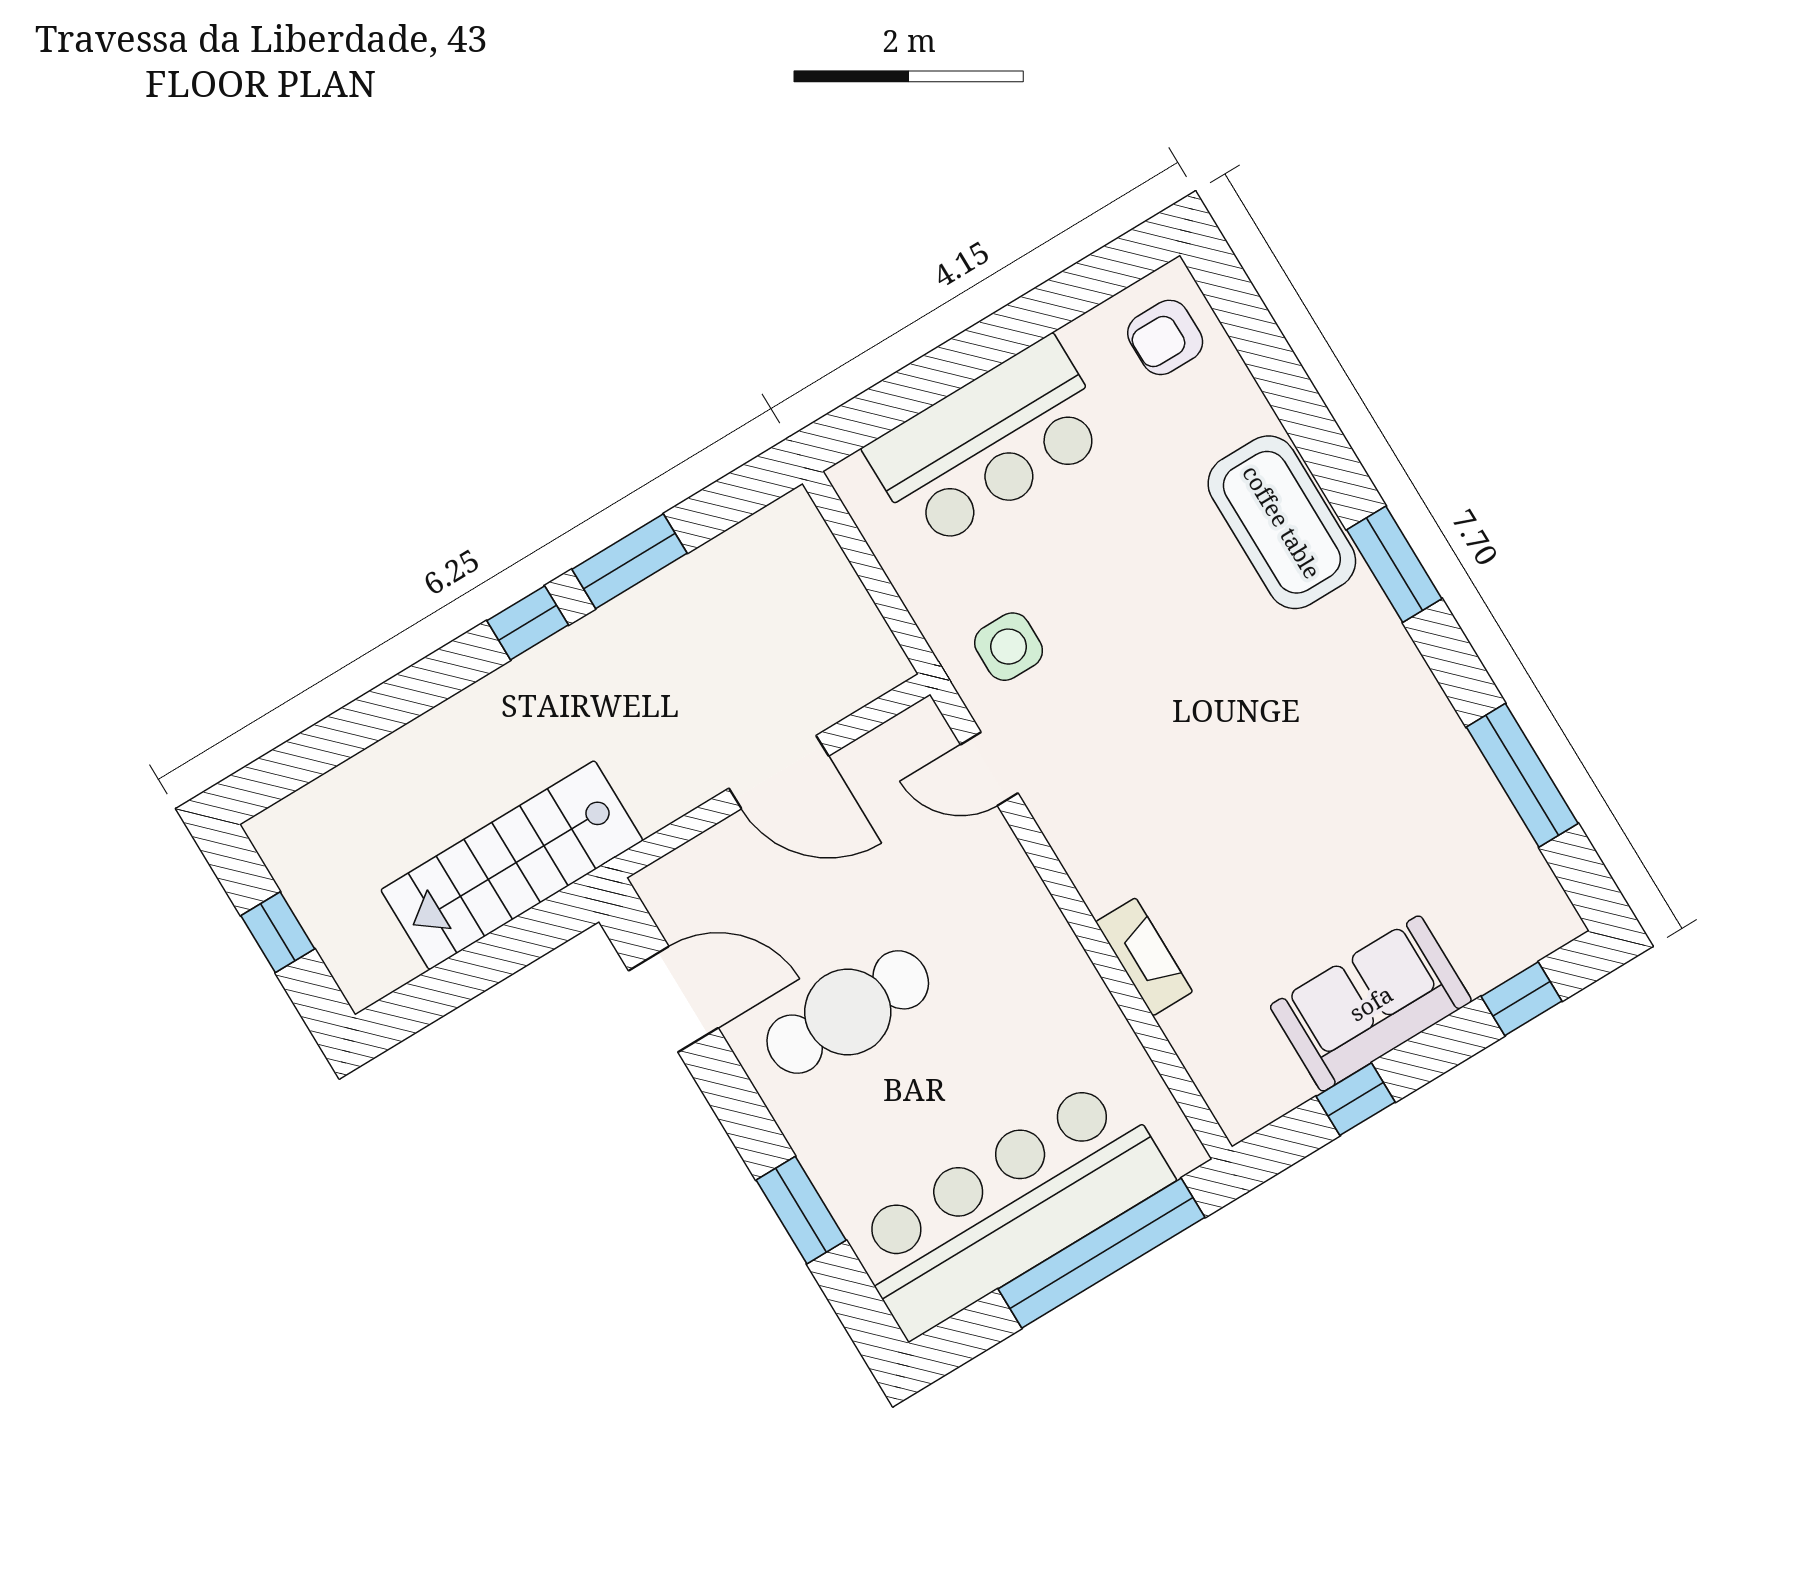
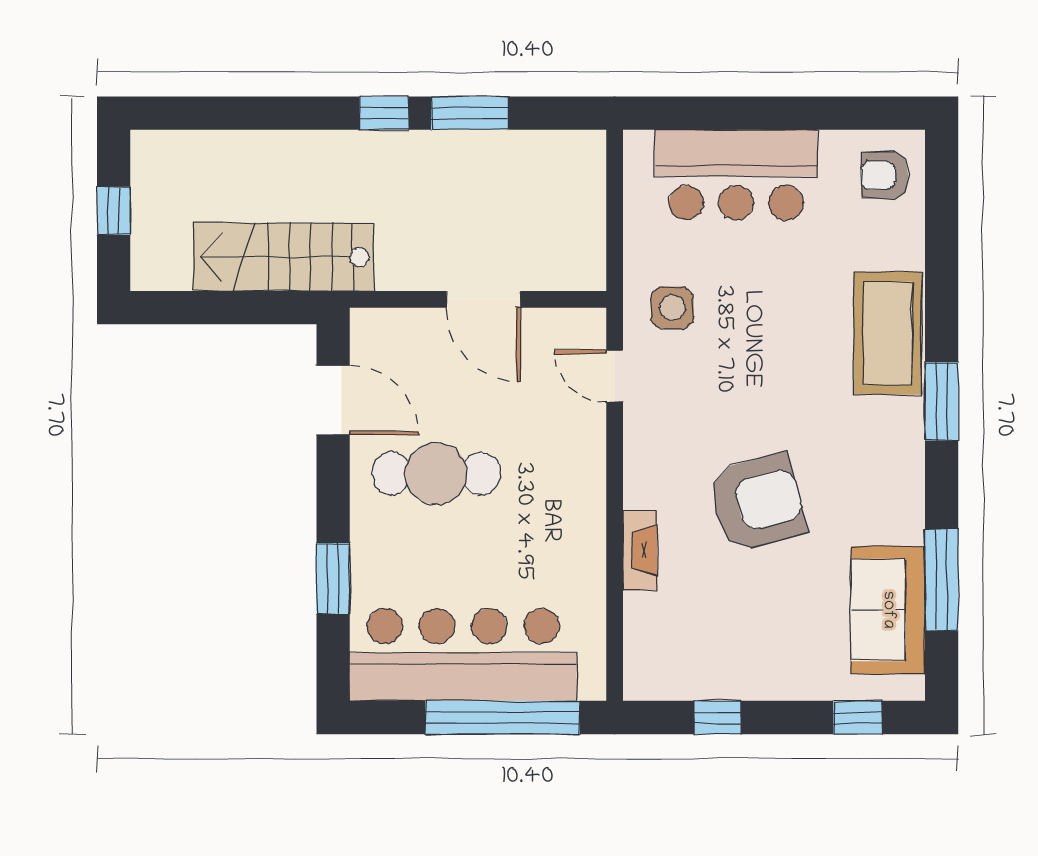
armchair: (1248, 816) -> (757, 502), added
sofa: (1371, 1003) -> (888, 610), moved, turned -90

